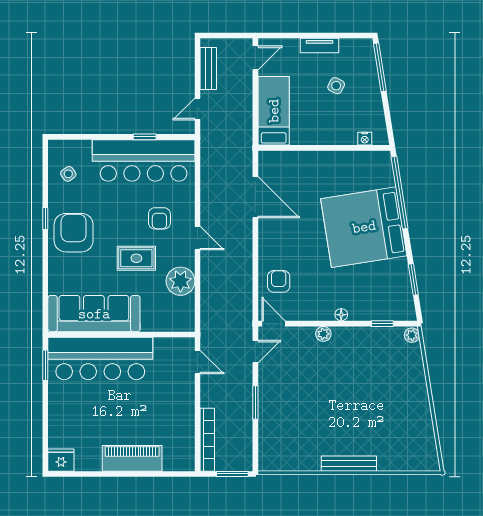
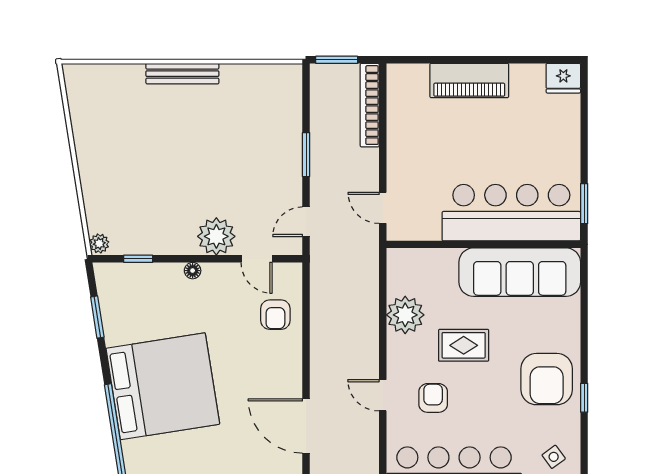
door: (197, 238) -> (383, 395), moved
door: (274, 324) -> (257, 259), moved
plant: (323, 334) -> (216, 236), width x1.88, depth x1.88

